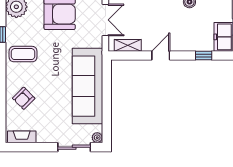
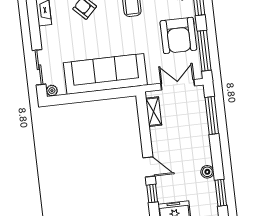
double door: (105, 20) -> (178, 85), swing flipped
door: (161, 55) -> (149, 167), moved

